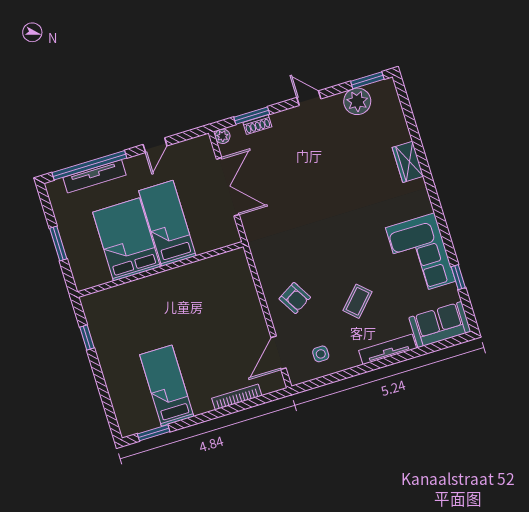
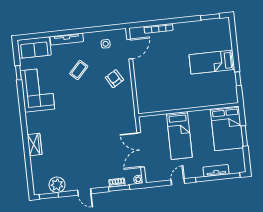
tv unit: (95, 176) -> (216, 171), width x0.71
bed: (126, 240) -> (227, 128), moved
bed: (167, 386) -> (212, 62), moved, turned 90

